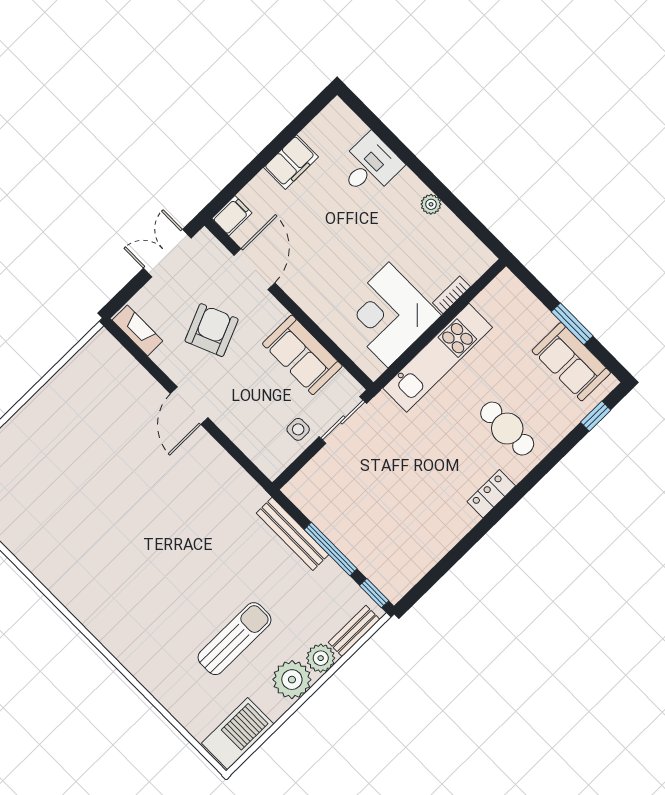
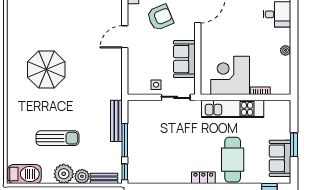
cafe table: (507, 429) -> (233, 160), width x1.37, depth x1.35
parasol: (125, 559) -> (46, 70), added

